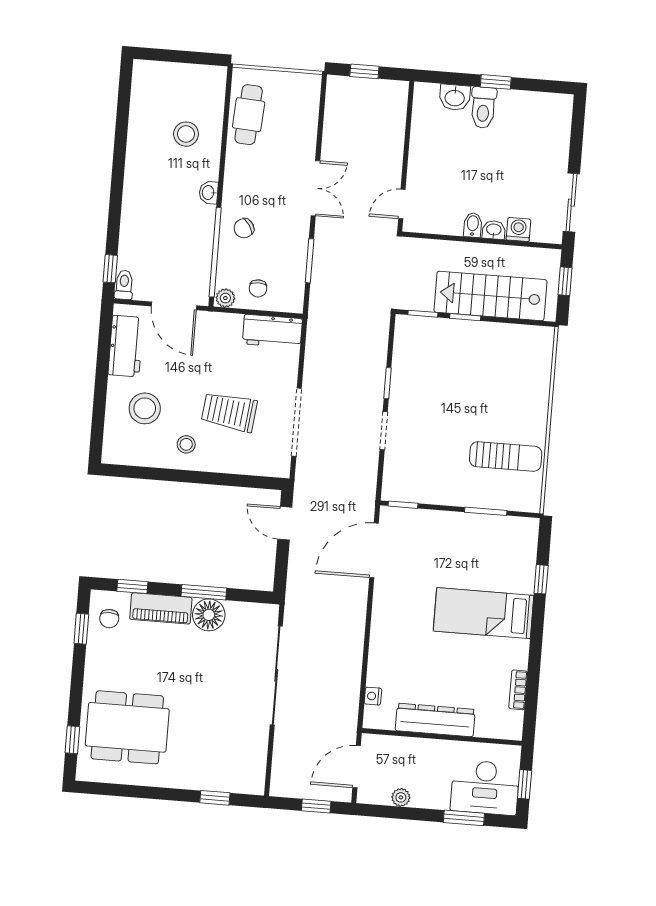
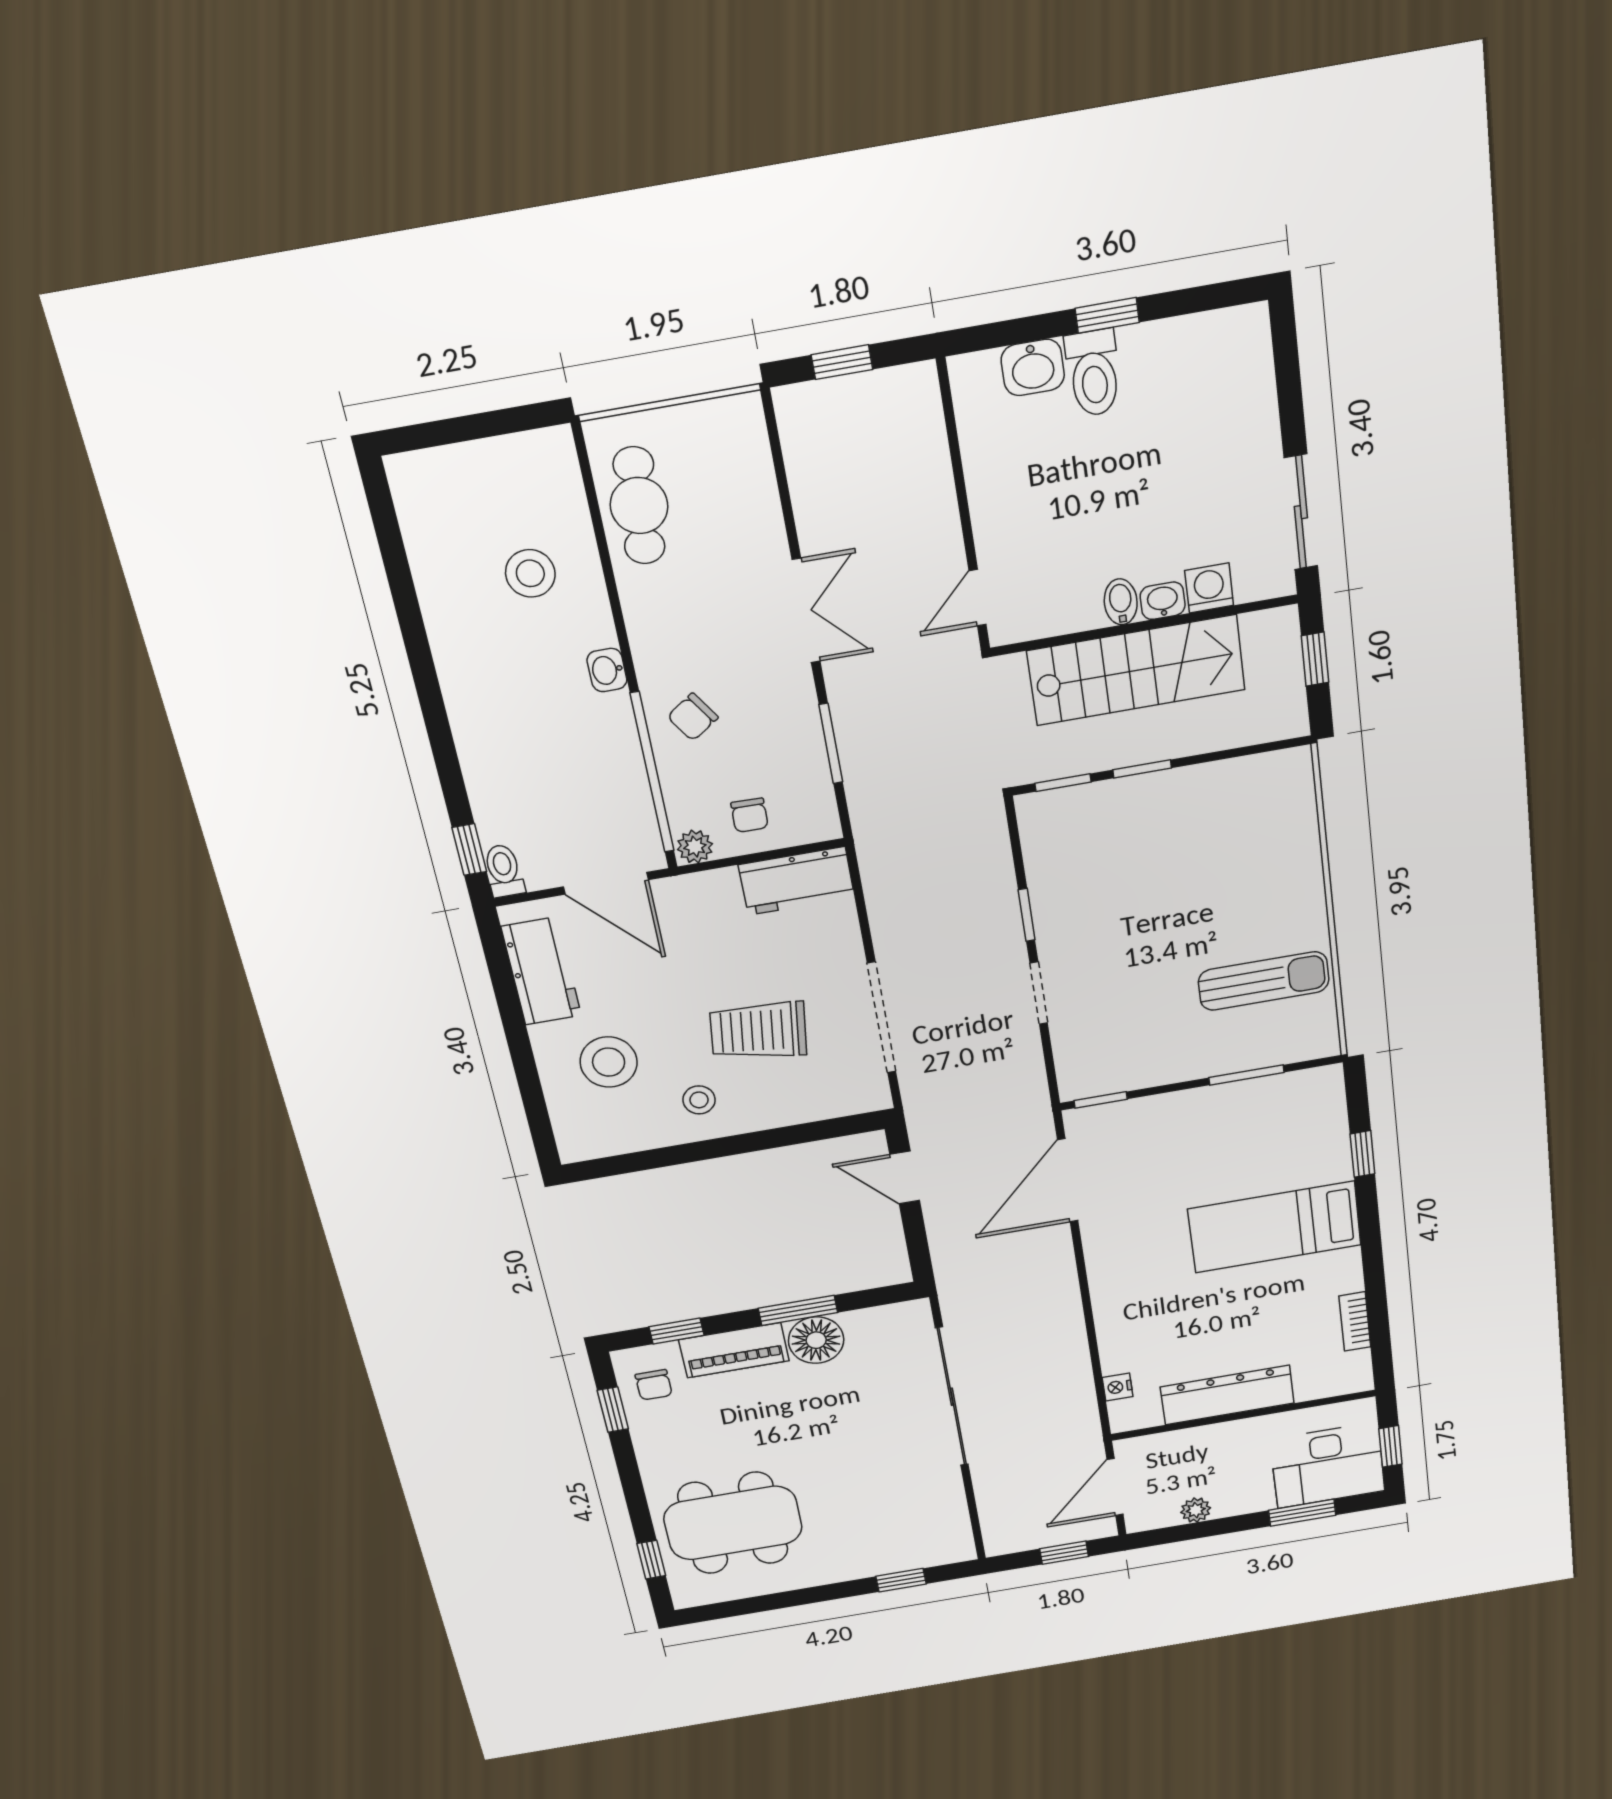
stairs: (490, 296) -> (1136, 670), moved, turned 180

